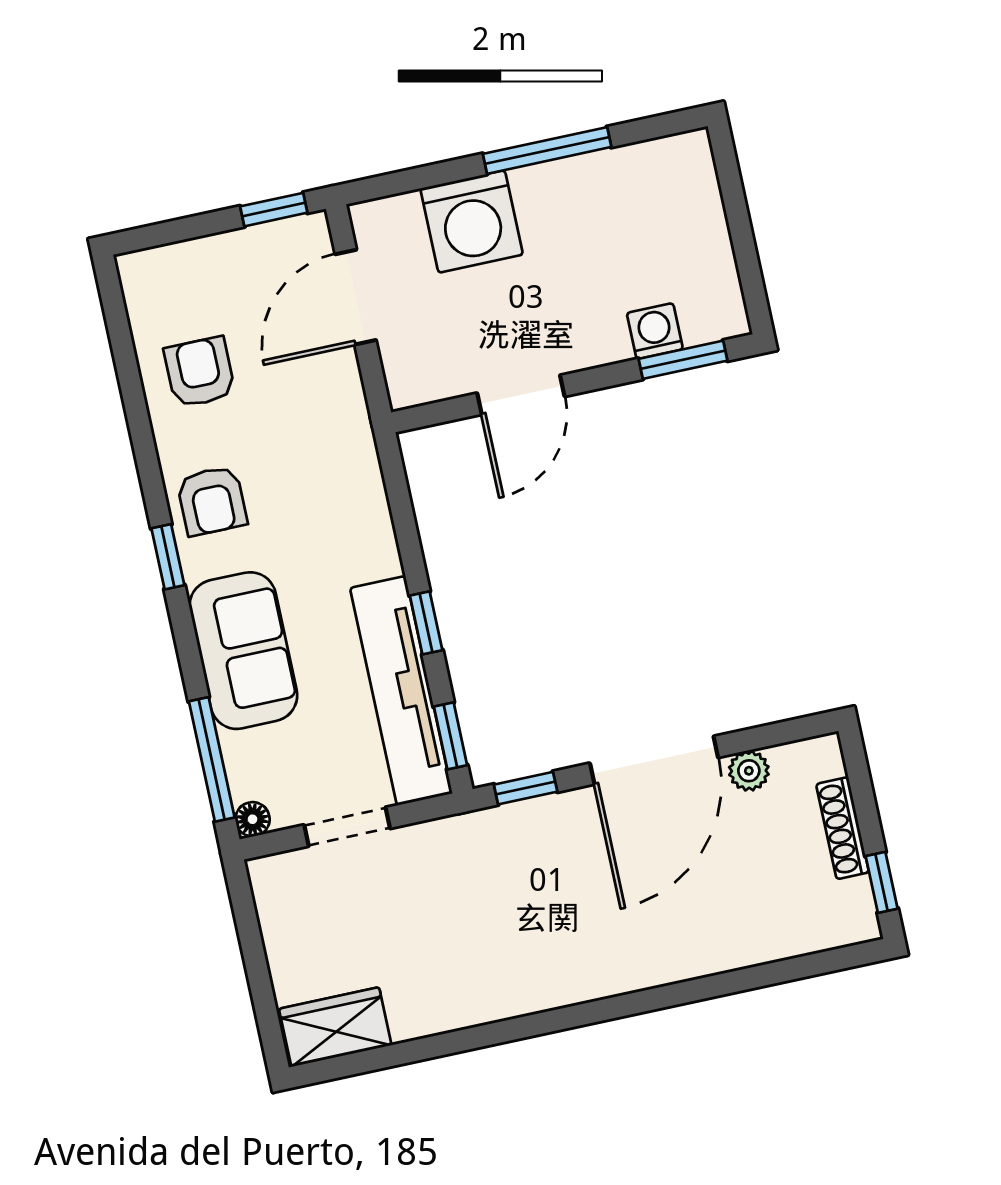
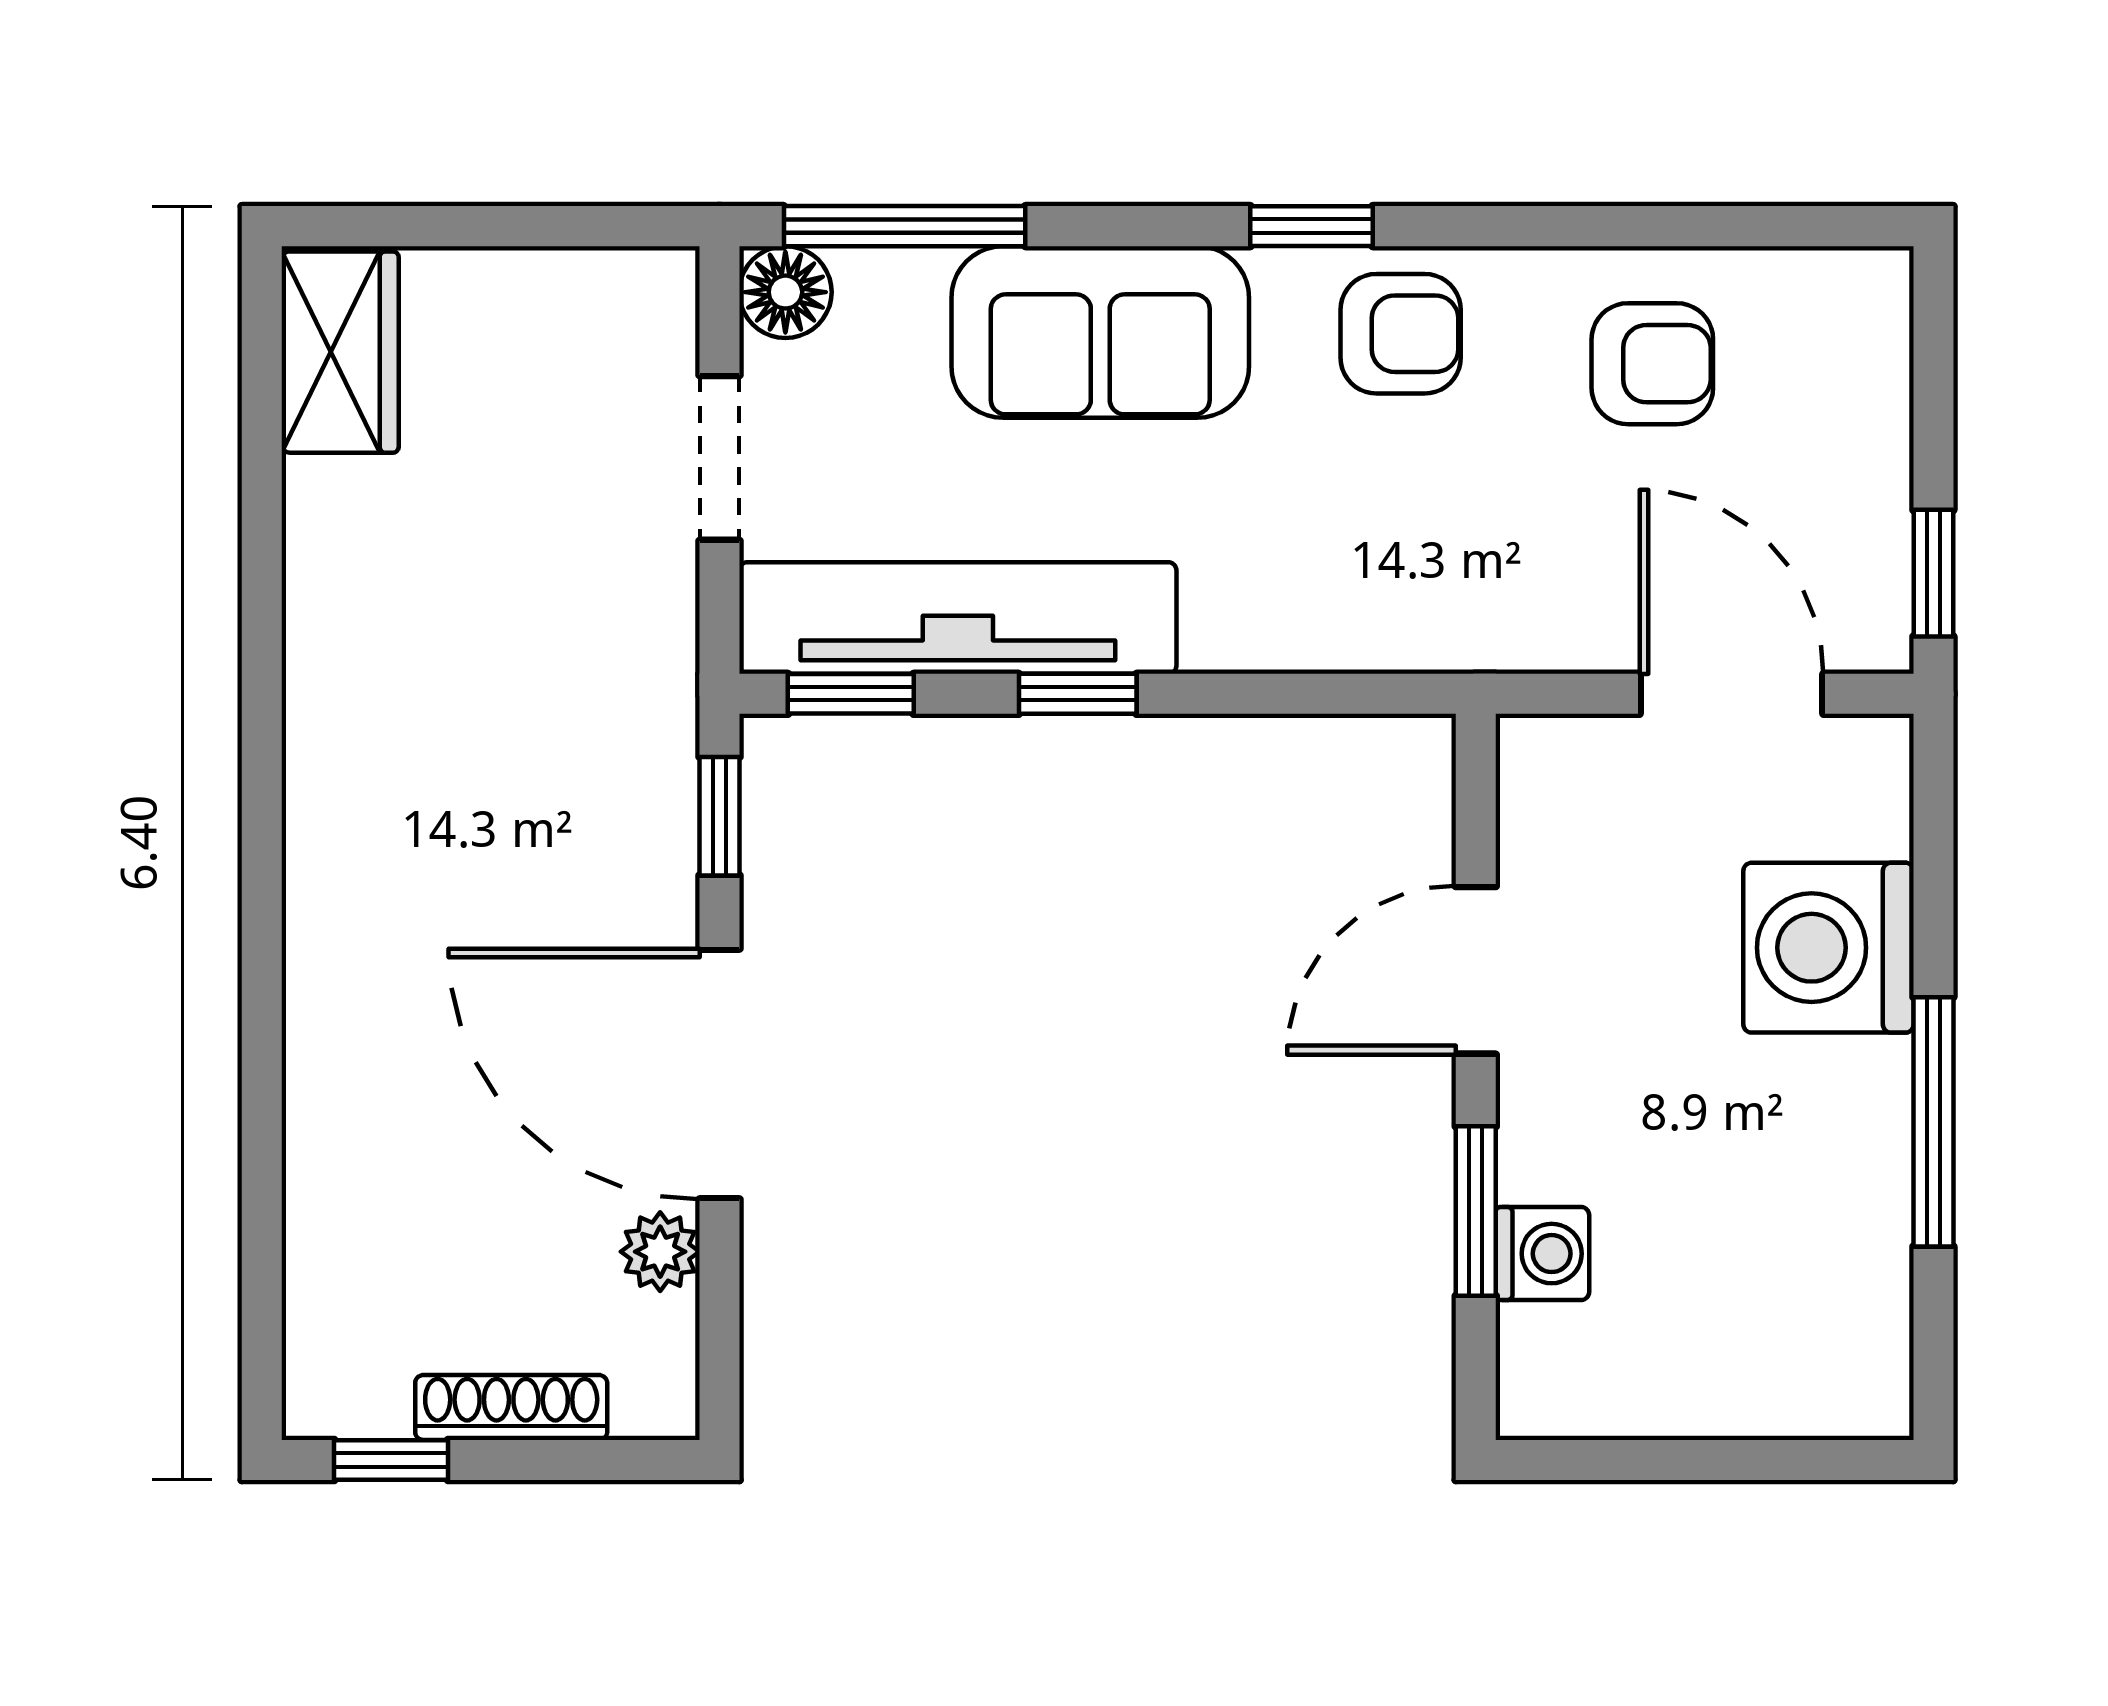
window: (683, 360) -> (1476, 1211), moved
door: (521, 395) -> (1476, 970), hinge flipped
armchair: (212, 501) -> (1401, 334), turned 180
floor lamp: (253, 819) -> (785, 292), width x1.37, depth x1.37

